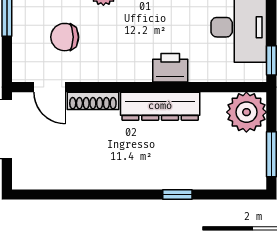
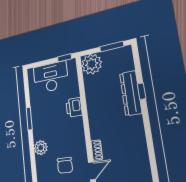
shoe rack: (93, 101) -> (97, 150), width x0.70
dresser: (160, 106) -> (131, 93), moved, turned 180

